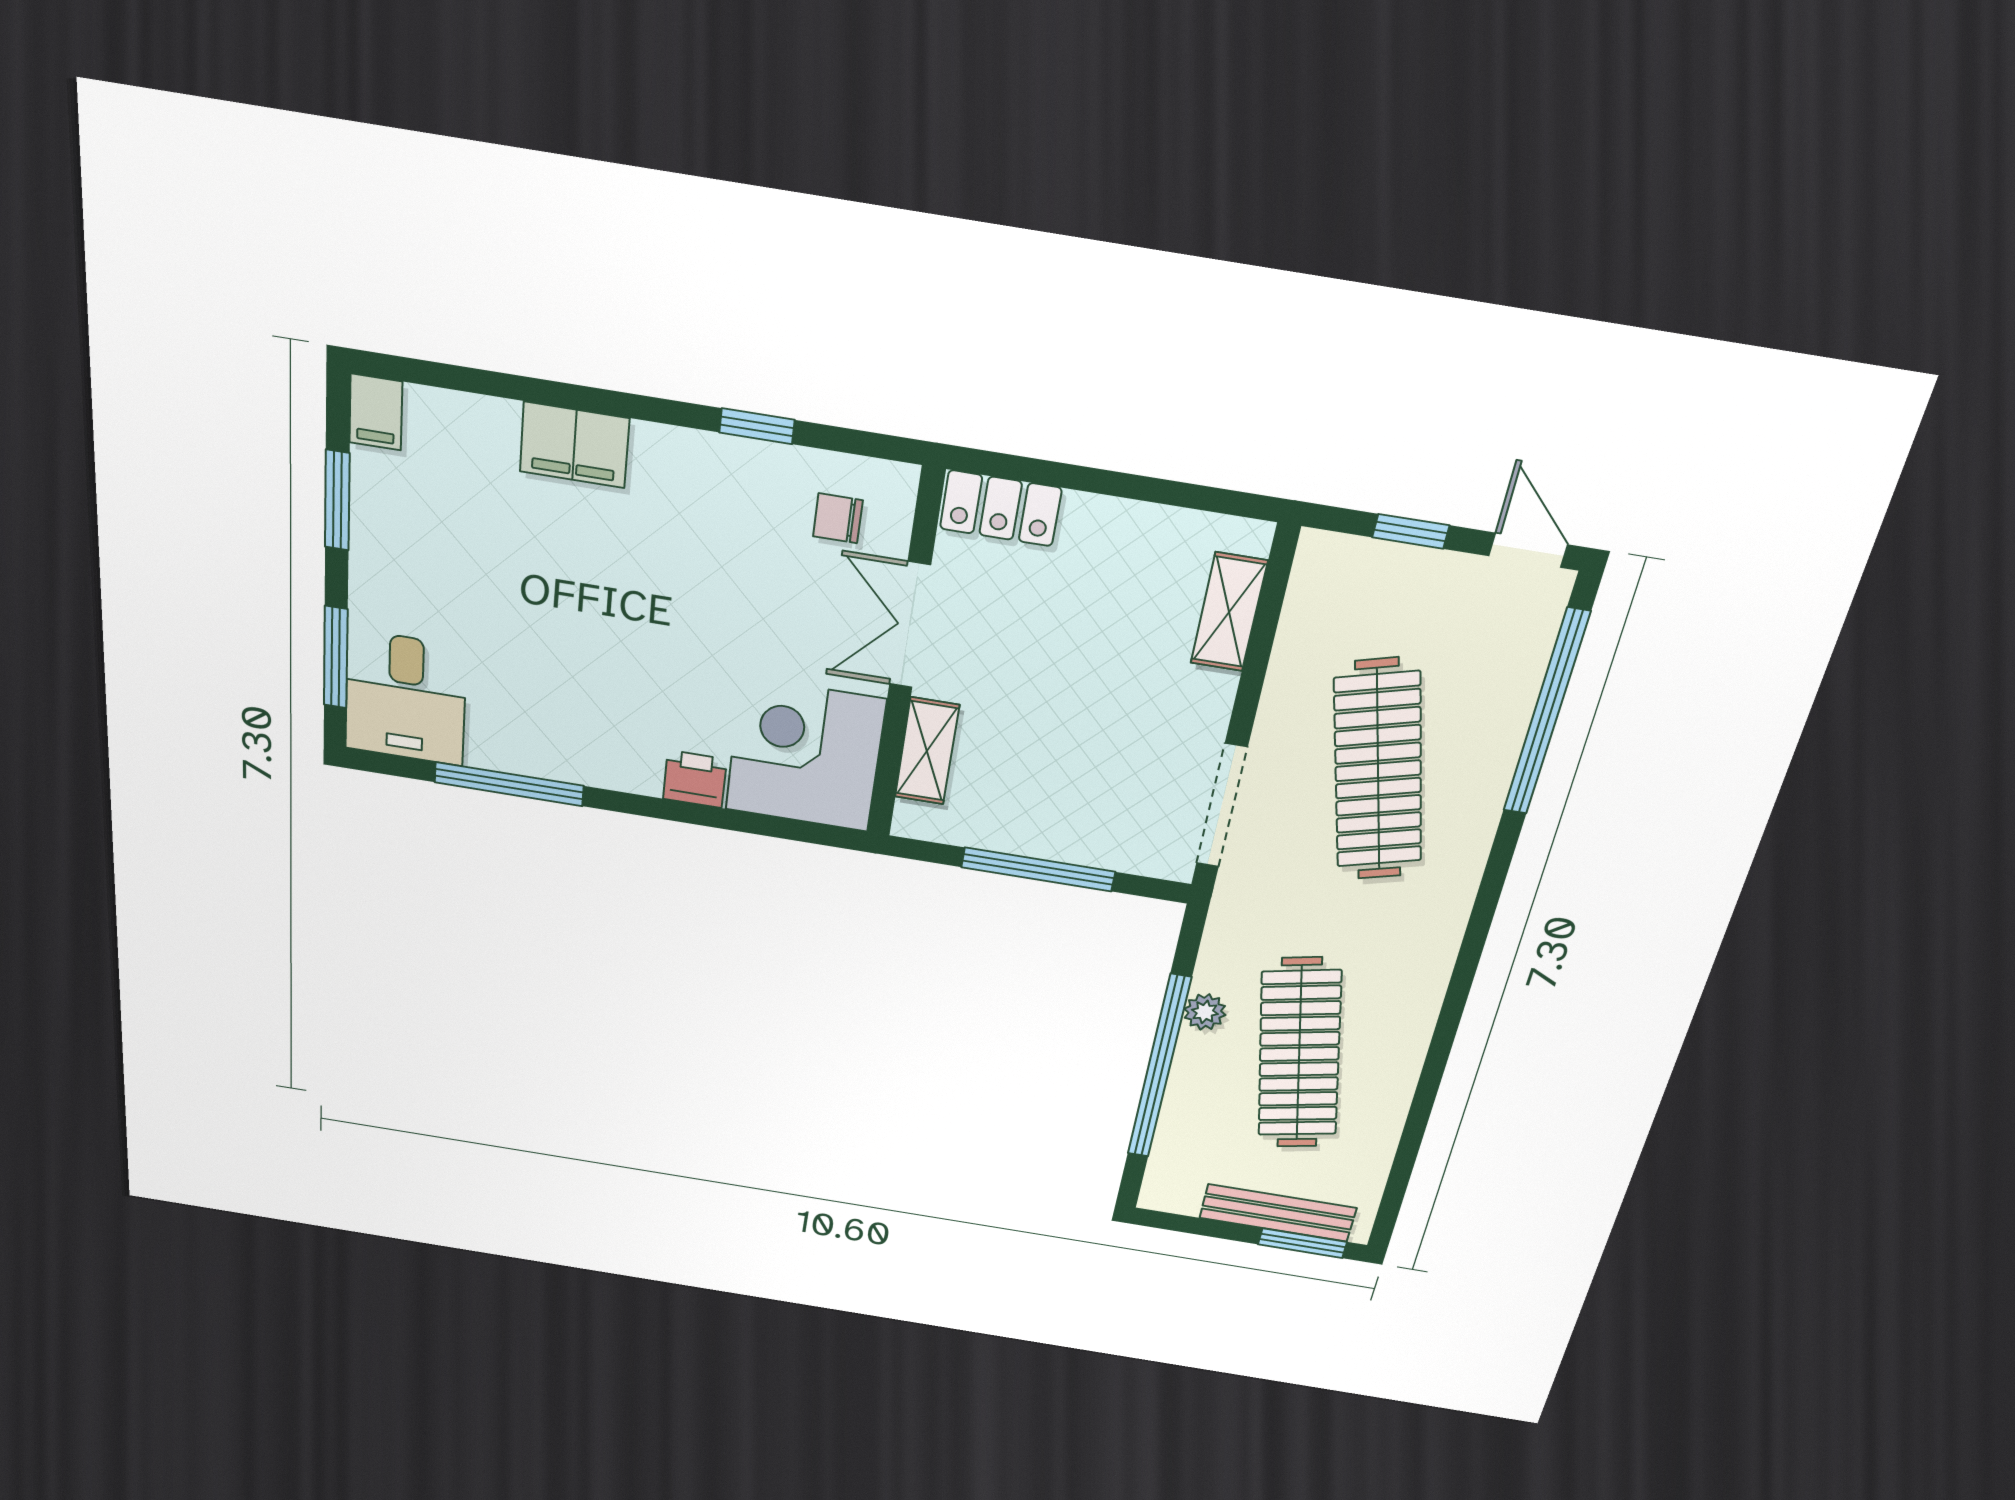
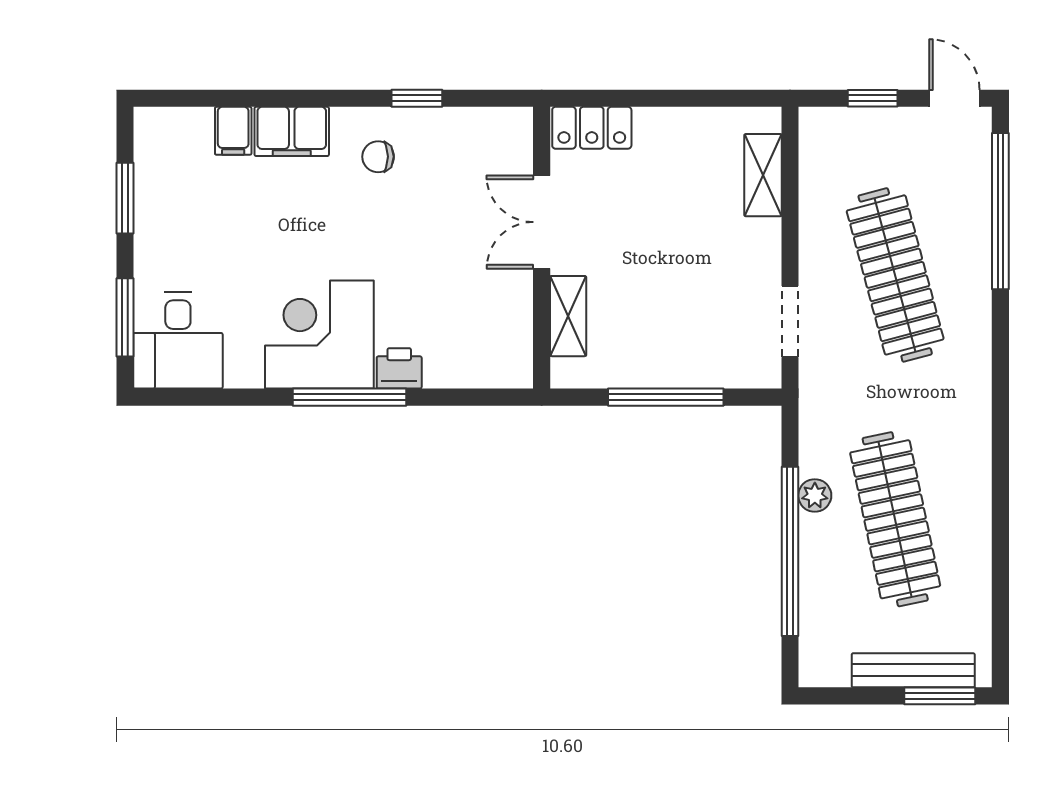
filing cabinet: (376, 412) -> (233, 131), moved
chair: (838, 518) -> (378, 157), moved
corner desk: (805, 755) -> (319, 335), moved
window: (509, 784) -> (350, 397), moved
doorway: (1222, 806) -> (790, 322), width x0.73

